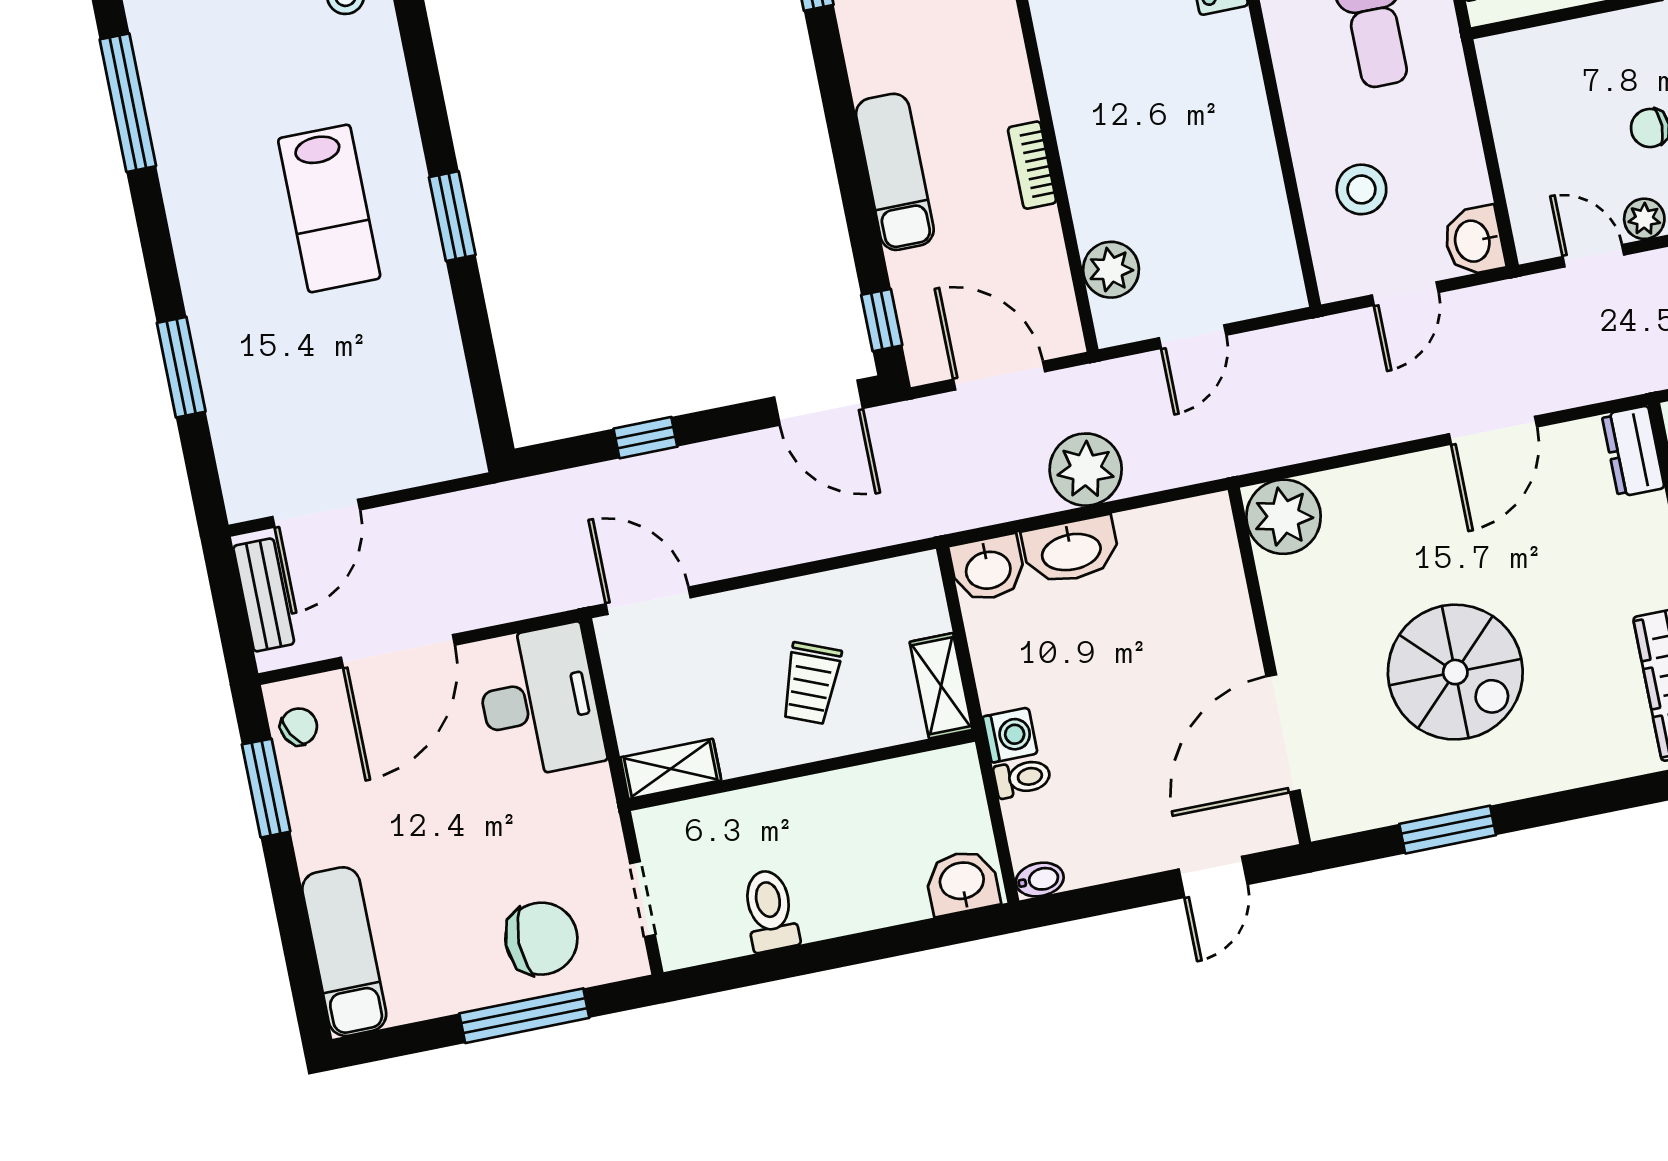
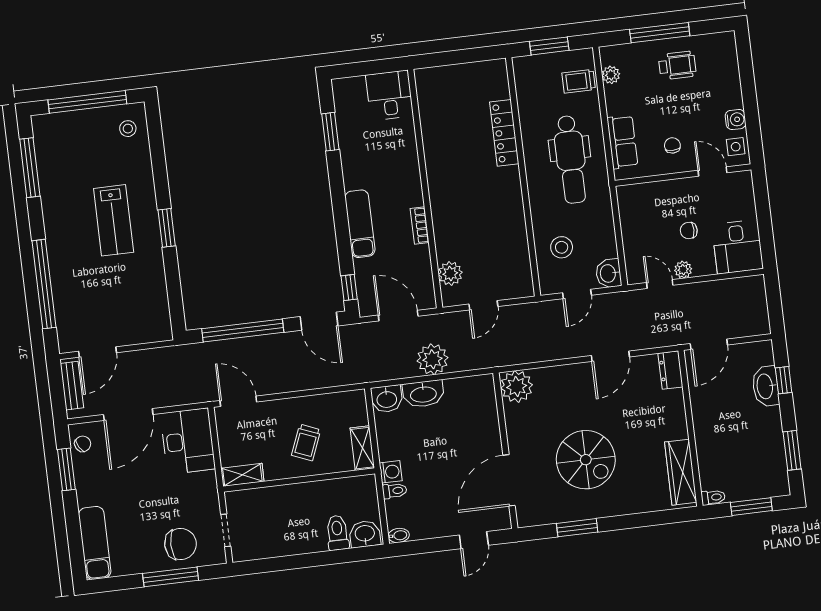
window: (181, 367) -> (44, 284), width x2.11
window: (645, 438) -> (243, 330), width x3.17
toilet: (770, 910) -> (337, 533), moved

